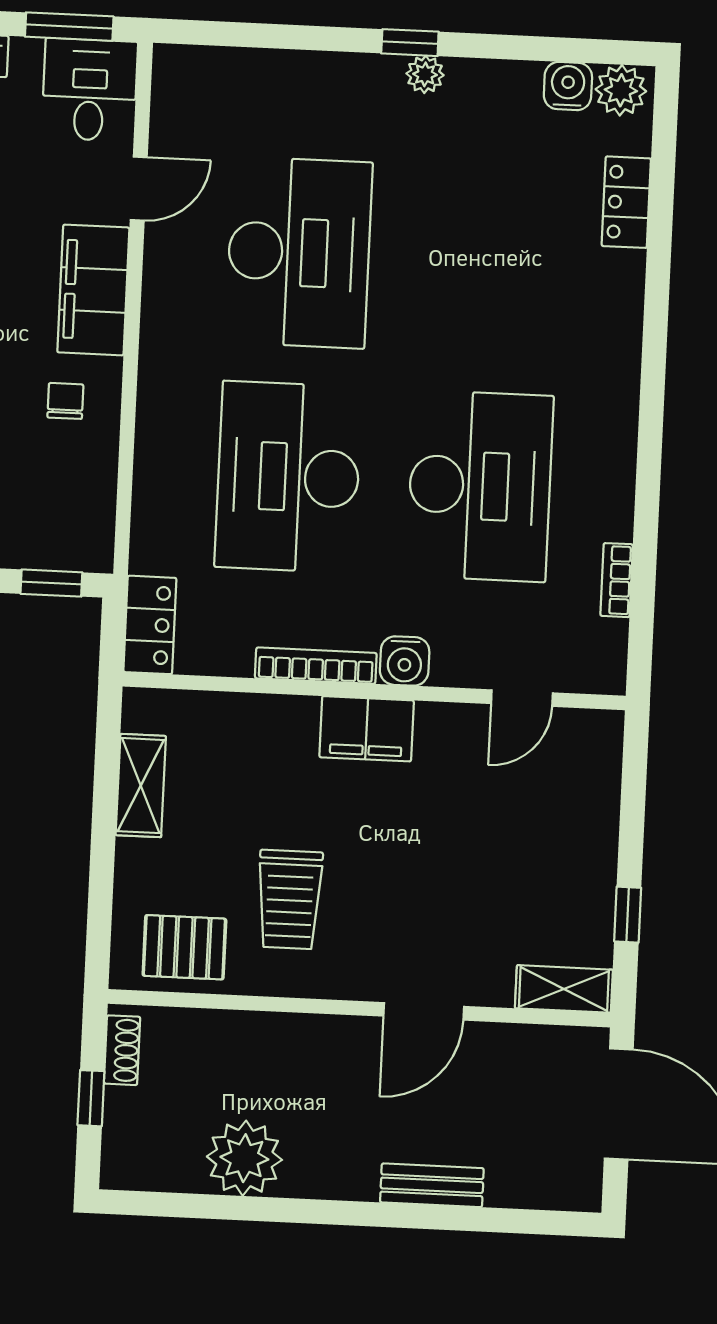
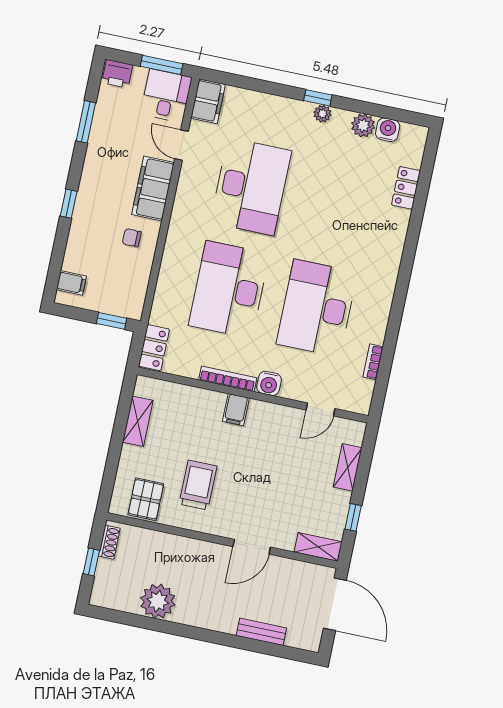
filing cabinet: (180, 87) -> (208, 101), added
plant: (621, 90) -> (363, 125), moved
door: (139, 189) -> (182, 145), swing flipped
chair: (65, 401) -> (132, 238), turned -90
desk: (480, 486) -> (317, 308), turned 180
filing cabinet: (367, 729) -> (236, 410), width x0.50
shelving: (599, 811) -> (348, 467), added
trolley: (290, 900) -> (198, 485), turned 180
pallet: (184, 947) -> (146, 499), turned 90
bench: (432, 1185) -> (261, 632), moved

